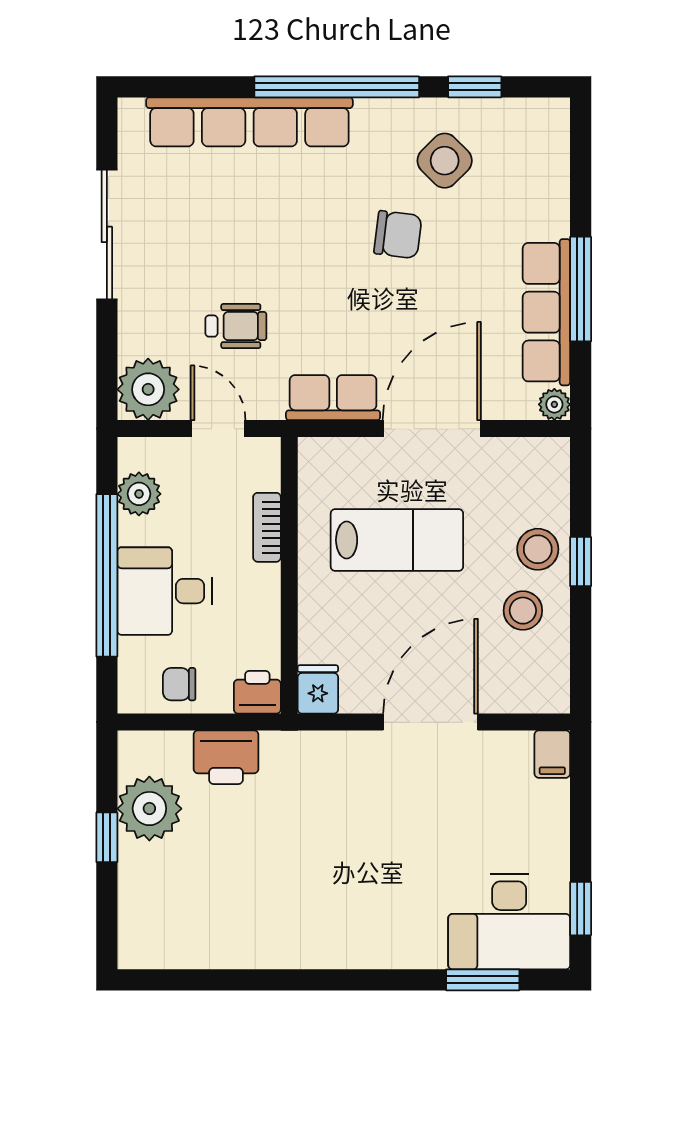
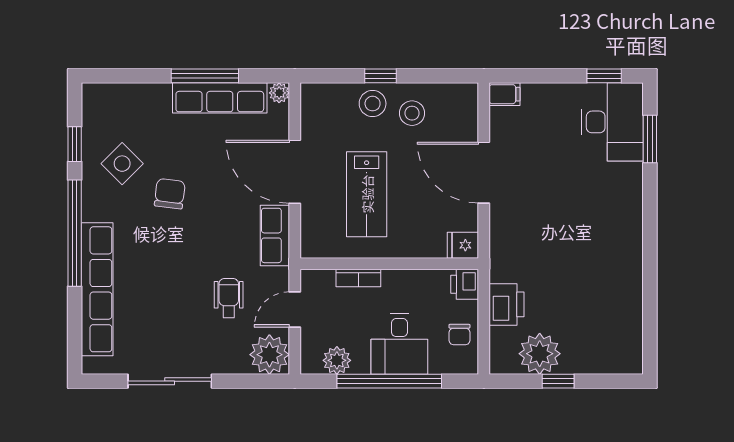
lab bench: (397, 540) -> (367, 194), turned 180

